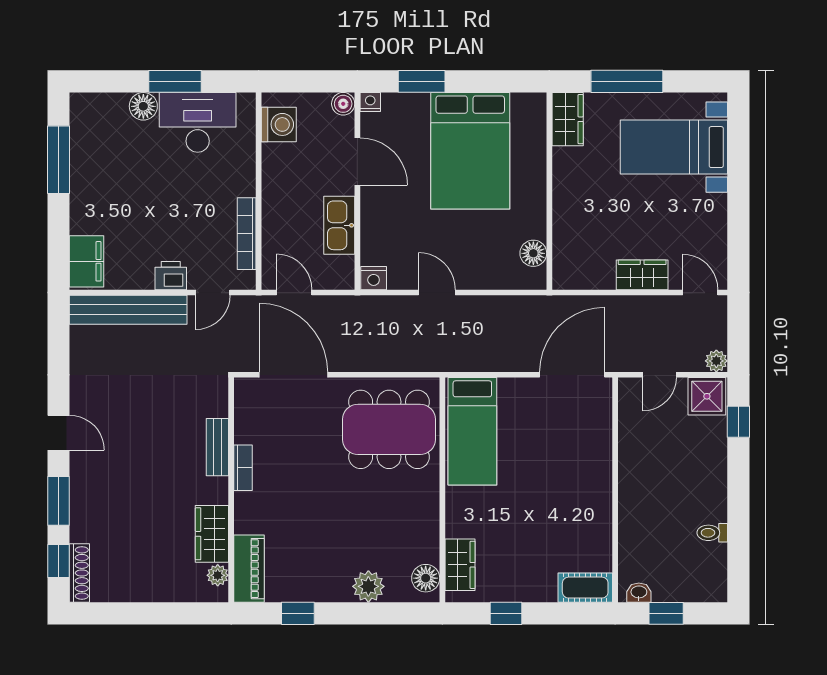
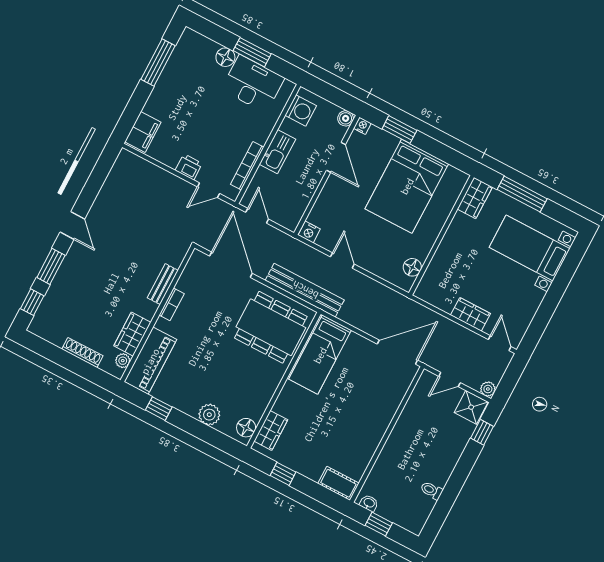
kitchen sink: (339, 225) -> (277, 152), moved, turned 180
bench: (128, 310) -> (305, 290), moved
piano: (249, 569) -> (150, 361), width x1.37, depth x1.33
shoe rack: (79, 573) -> (82, 353), moved, turned -90

